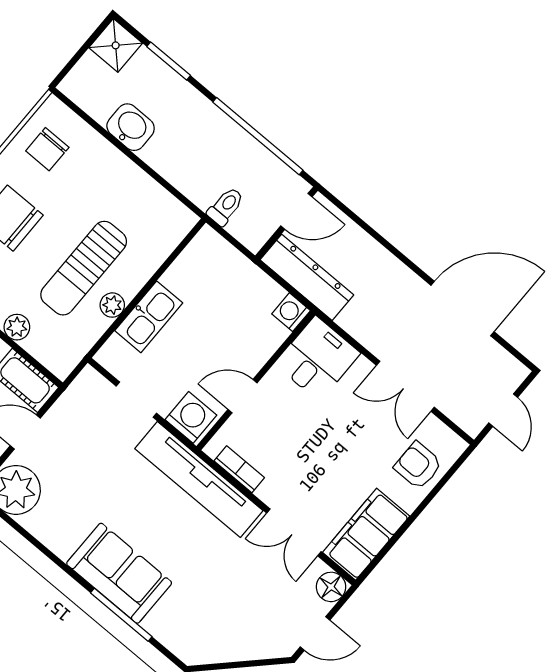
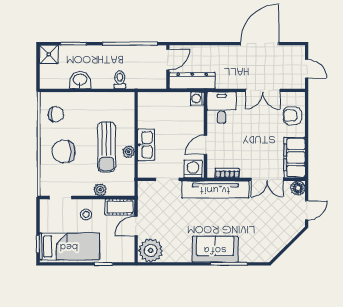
chair: (47, 149) -> (56, 114), turned -90
toilet: (226, 206) -> (120, 80), moved

